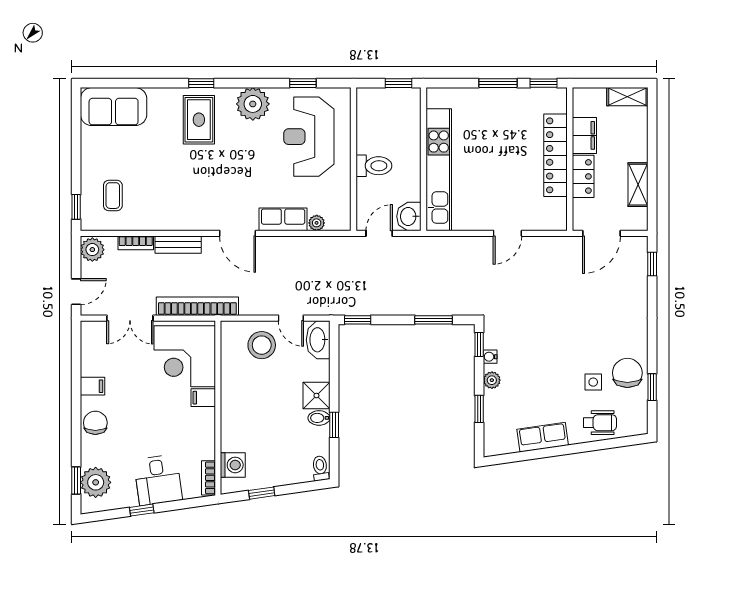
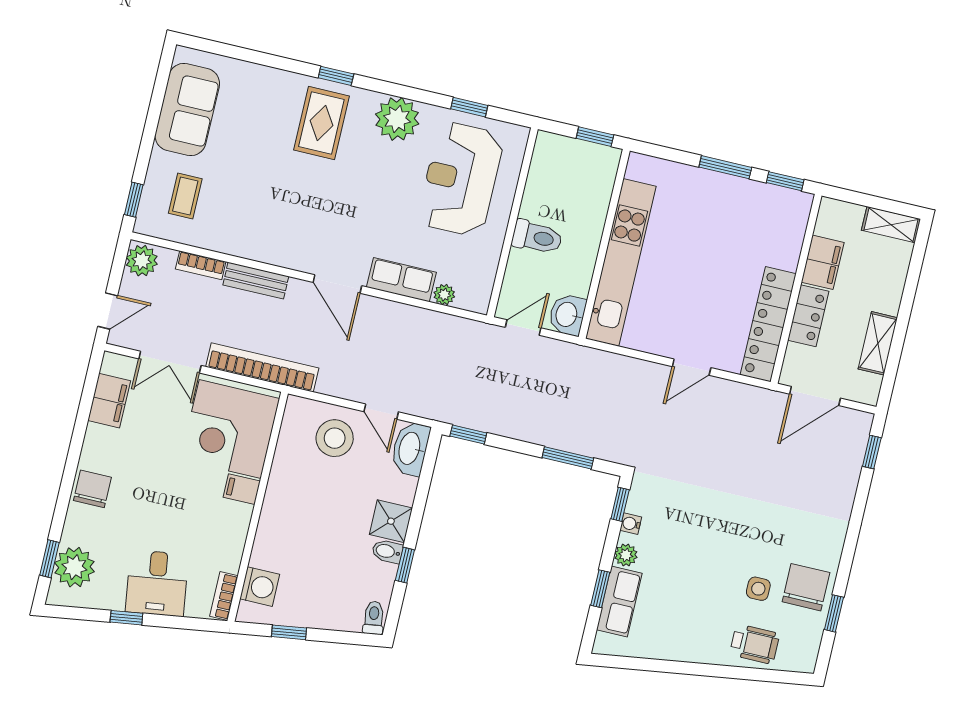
sofa: (114, 107) -> (187, 110), moved, turned -90
locker: (556, 155) -> (768, 324), moved
filing cabinet: (93, 386) -> (109, 401), moved, width x2.00
row of seats: (543, 437) -> (619, 601), moved, turned 98

